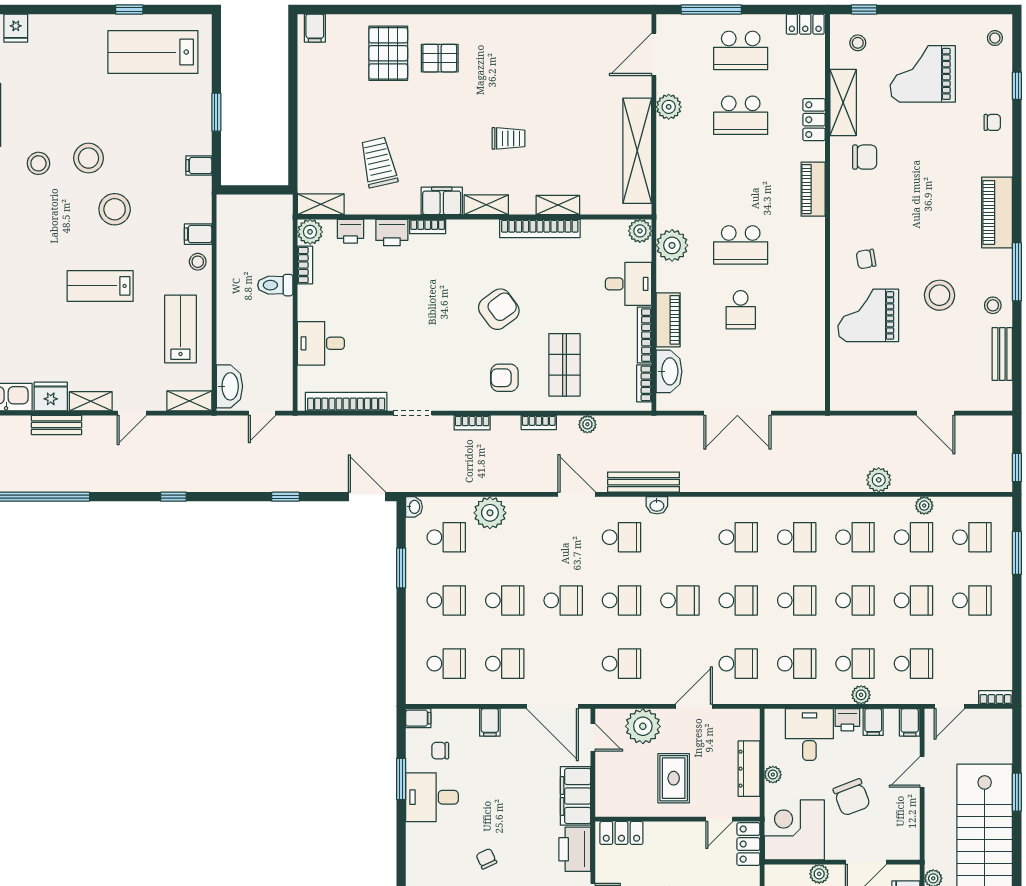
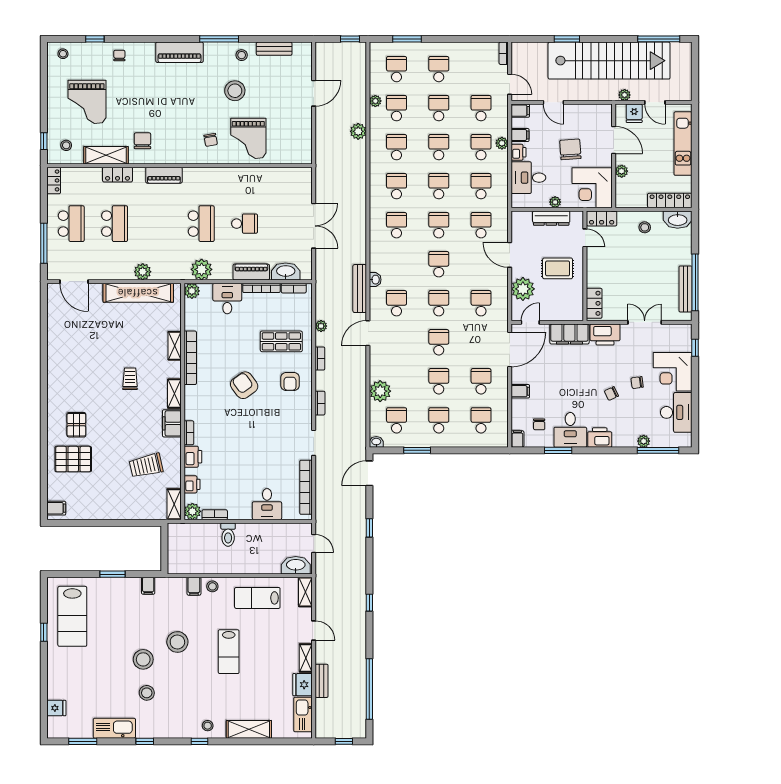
plant: (669, 107) -> (143, 272), moved
chair: (852, 797) -> (570, 149), turned -73
printer: (421, 841) -> (600, 438), added

